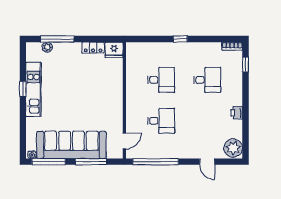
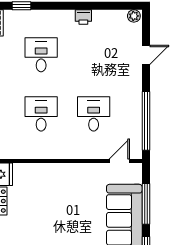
door: (124, 141) -> (119, 161), hinge flipped
plant: (233, 148) -> (134, 16), width x0.53, depth x0.53

